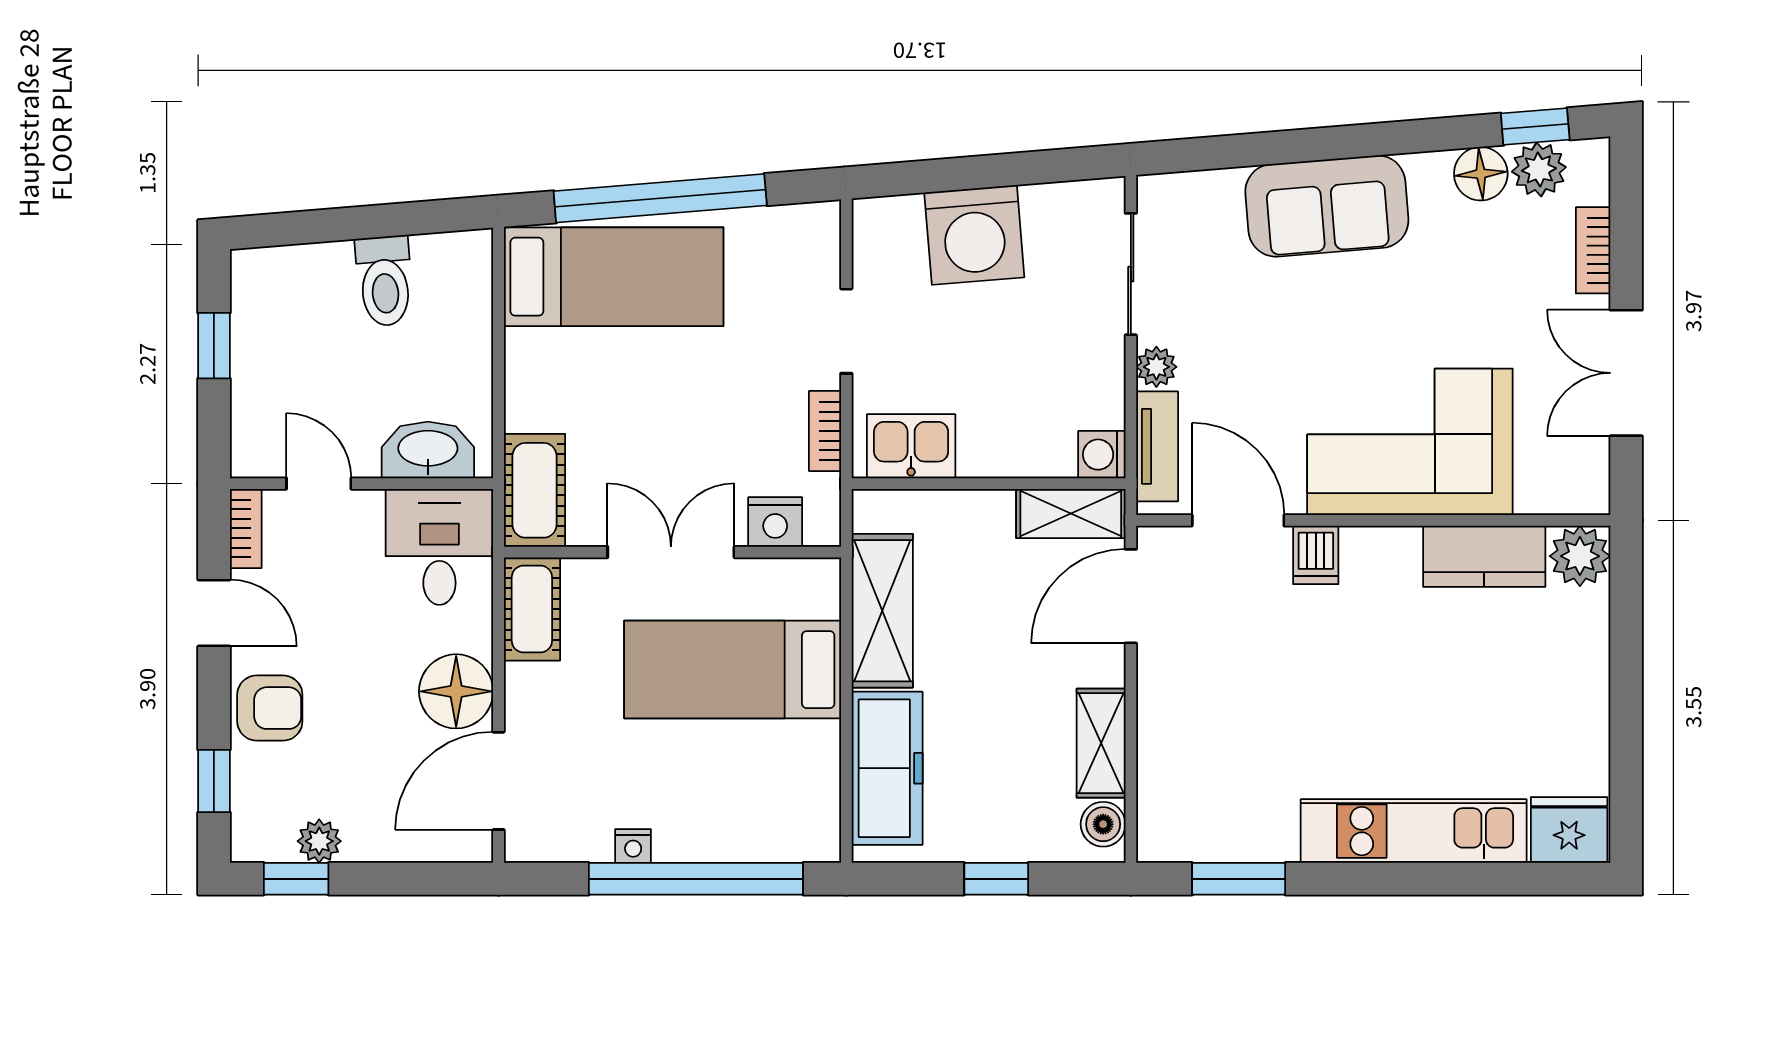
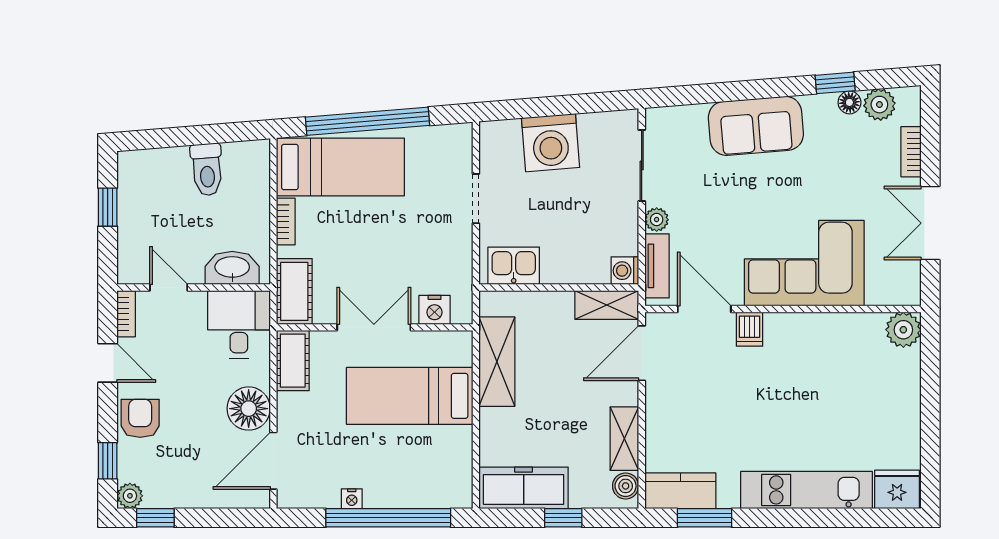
window: (1535, 127) -> (835, 83), moved
floor lamp: (1481, 174) -> (849, 102), width x0.73, depth x0.73
bookcase: (825, 431) -> (286, 222), moved, turned 180
kitchen counter: (1484, 556) -> (680, 491), moved, turned 180
armchair: (270, 708) -> (140, 418), turned -90
freezer: (887, 768) -> (524, 488), moved, turned -90
plant: (319, 841) -> (130, 496), moved

